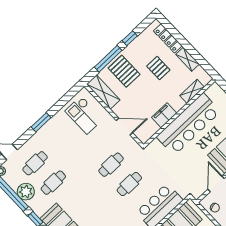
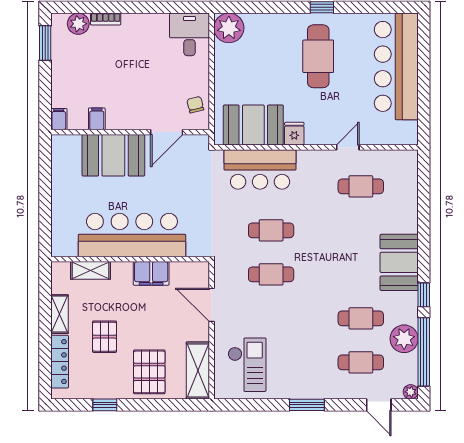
window: (108, 59) -> (154, 405), removed

